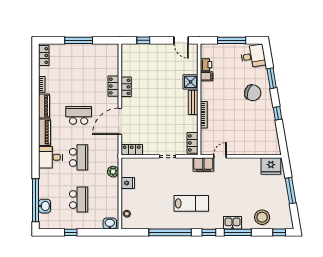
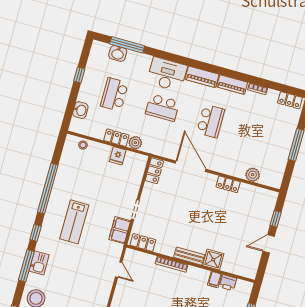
door: (181, 40) -> (269, 244), moved
plant: (113, 69) -> (253, 175), added
locker: (113, 86) -> (116, 138), moved
desk: (50, 157) -> (167, 74), width x1.37
filing cabinet: (203, 165) -> (120, 230), moved
window: (35, 200) -> (127, 45), width x0.68
school desk: (79, 200) -> (114, 94), turned 90
washbasin: (110, 224) -> (80, 110), moved

